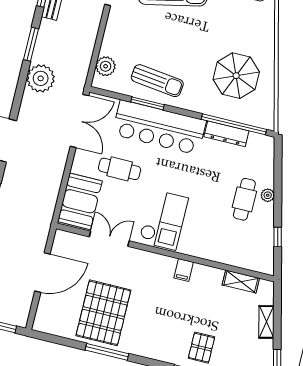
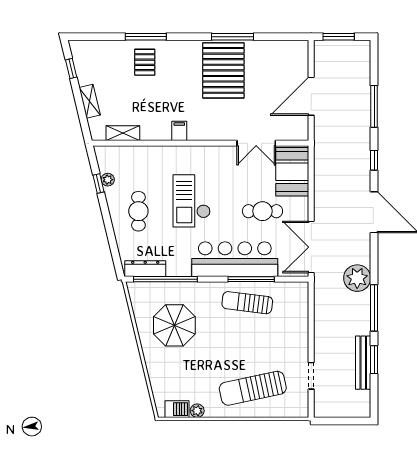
window: (31, 44) -> (374, 308), width x1.44
plant: (106, 66) -> (299, 304), removed
window: (148, 103) -> (251, 279), width x1.44
dresser: (226, 134) -> (145, 269), moved
plant: (268, 195) -> (108, 180), moved
checkout: (164, 220) -> (192, 201), moved
pallet: (103, 313) -> (223, 70), moved

